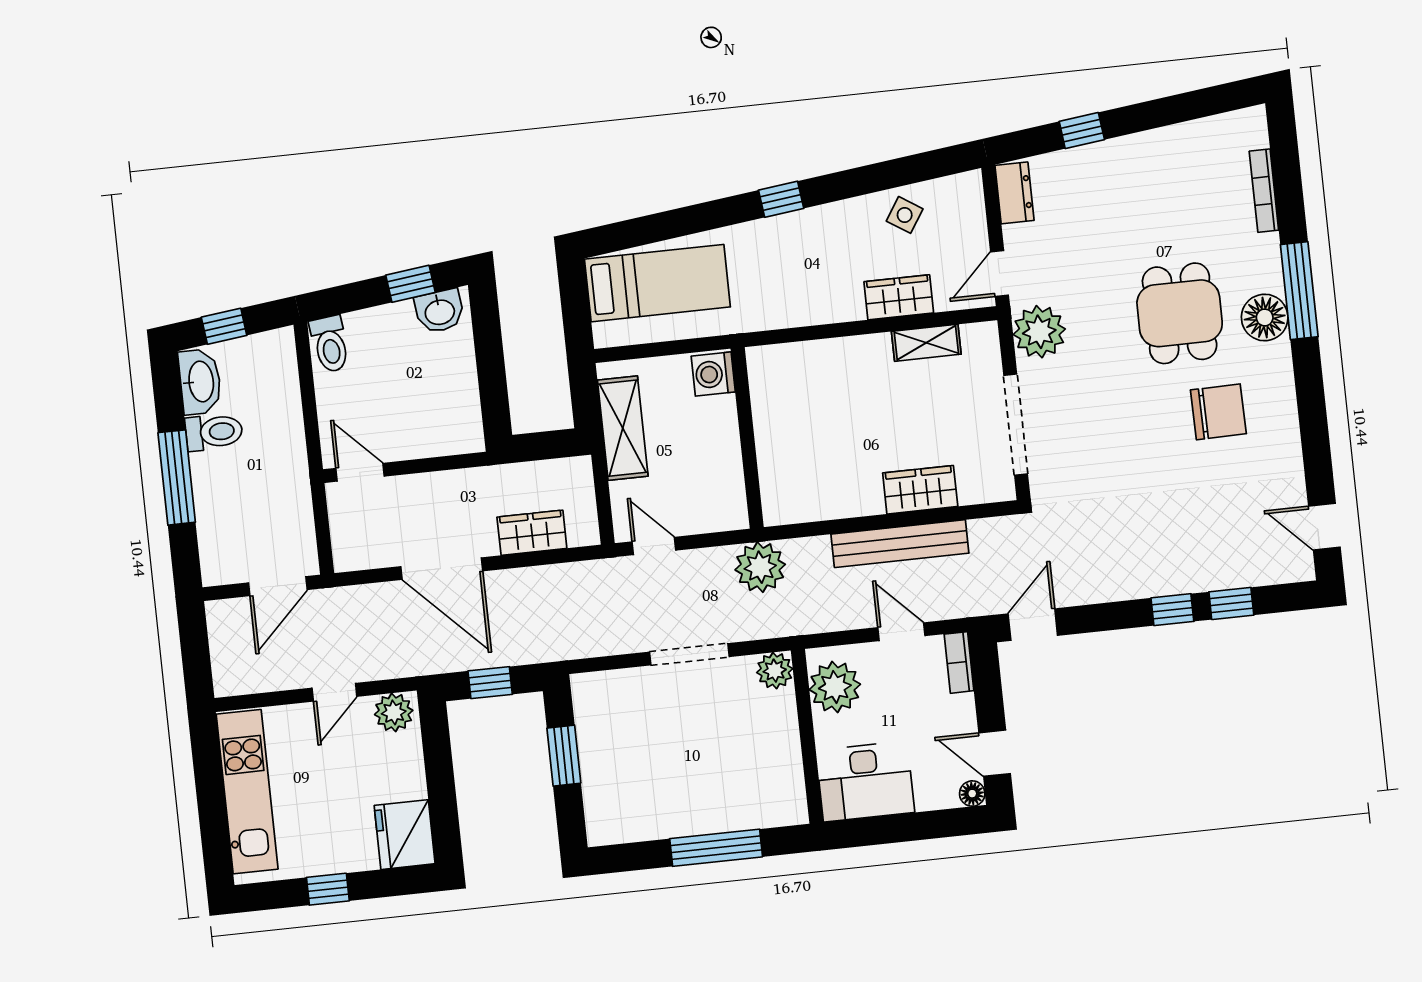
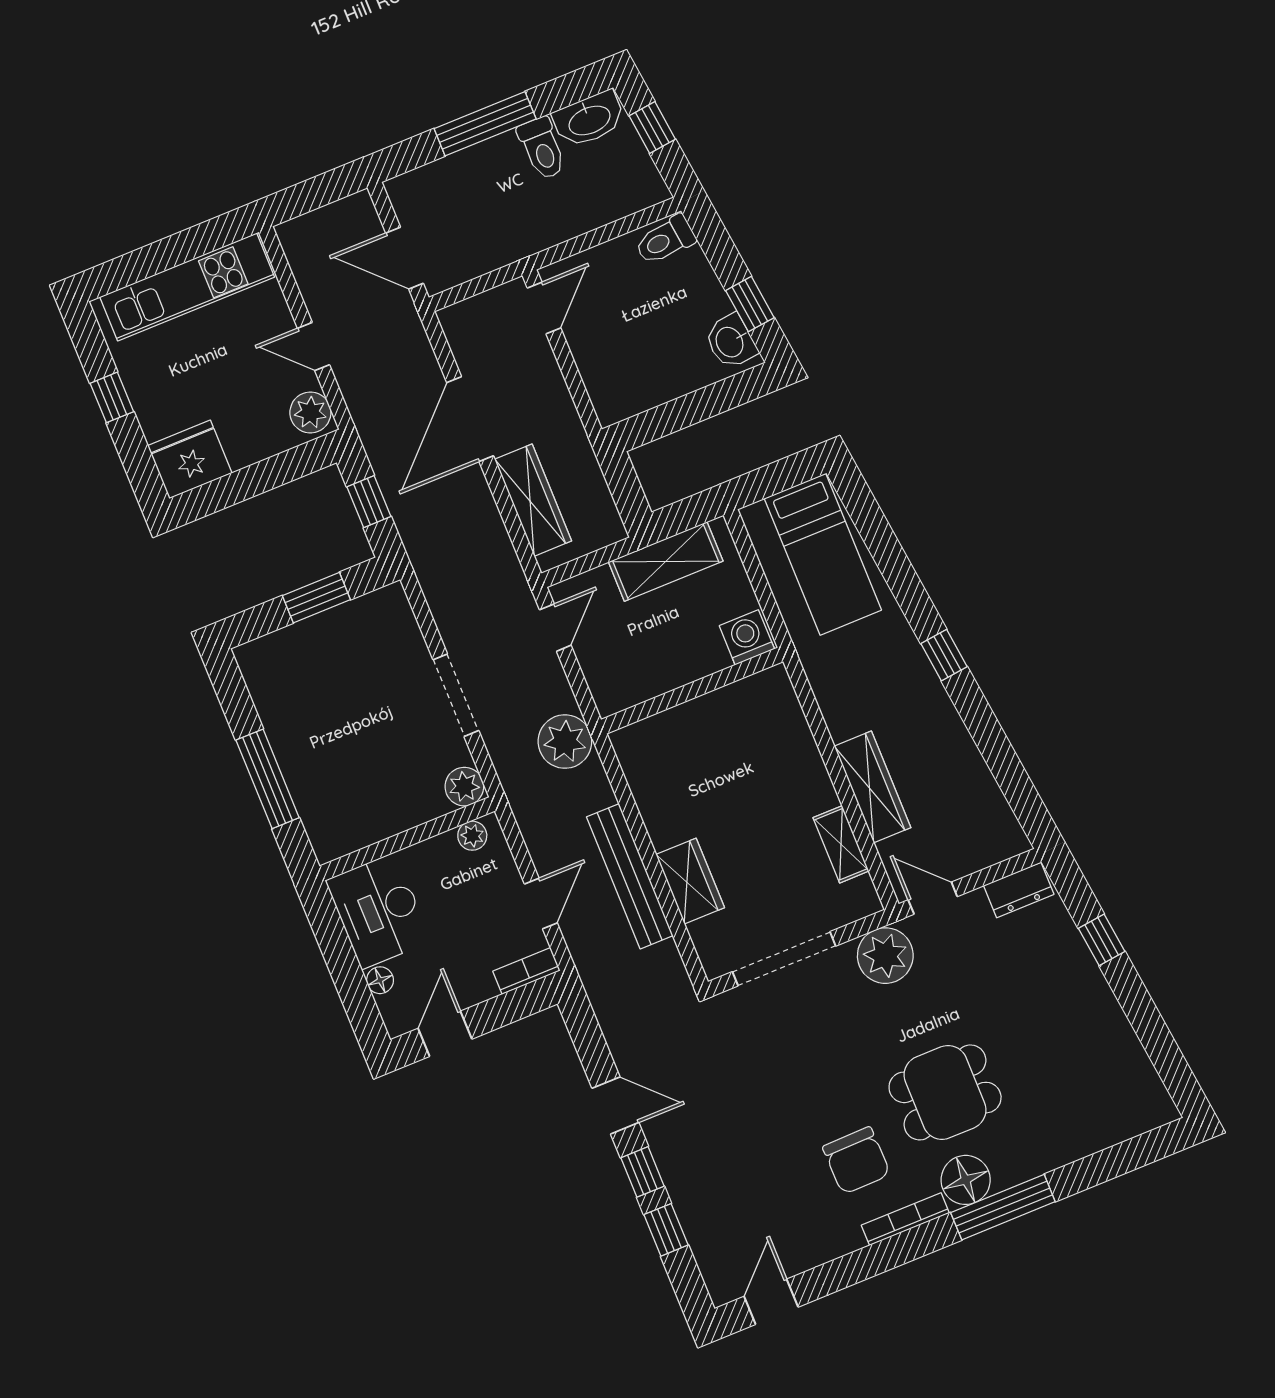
bookcase: (1264, 191) -> (905, 1219), moved
side table: (905, 215) -> (964, 785), removed
wardrobe: (899, 297) -> (873, 787), width x1.50
wardrobe: (532, 533) -> (533, 500), width x1.50
door: (1033, 625) -> (615, 1105), moved
plant: (835, 687) -> (472, 836), width x0.53, depth x0.53
floor lamp: (972, 794) -> (380, 980), moved

